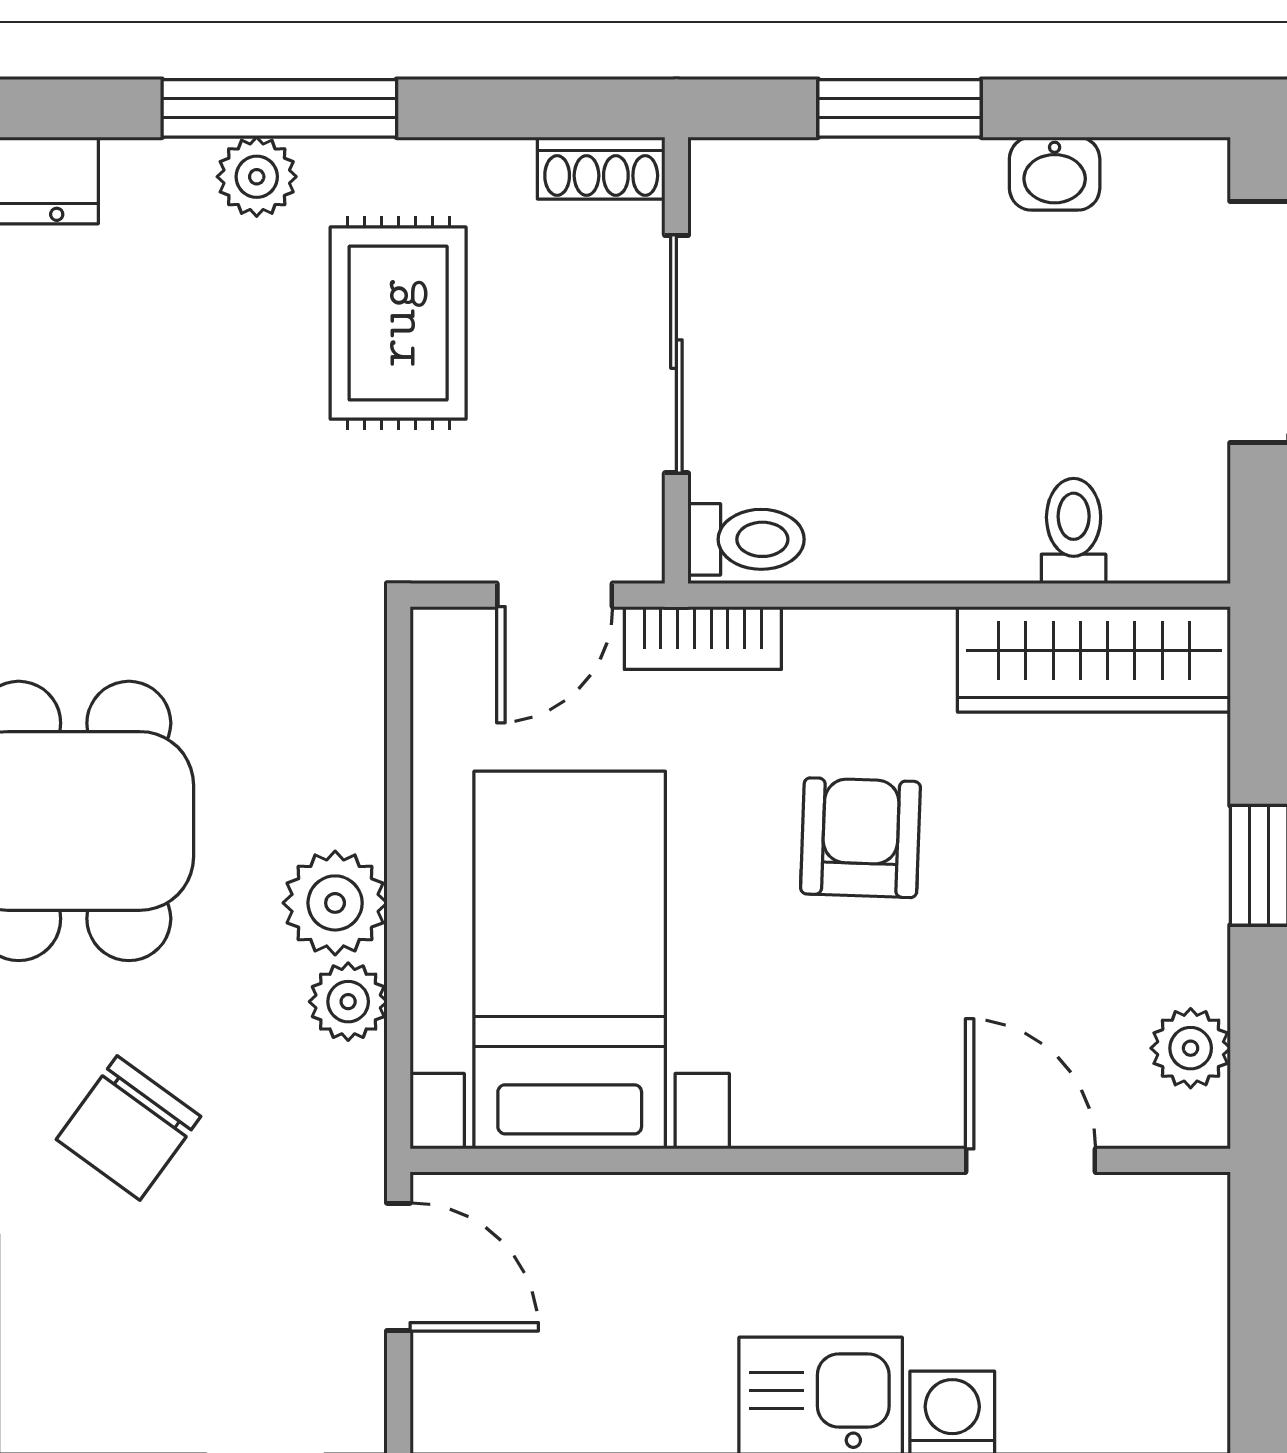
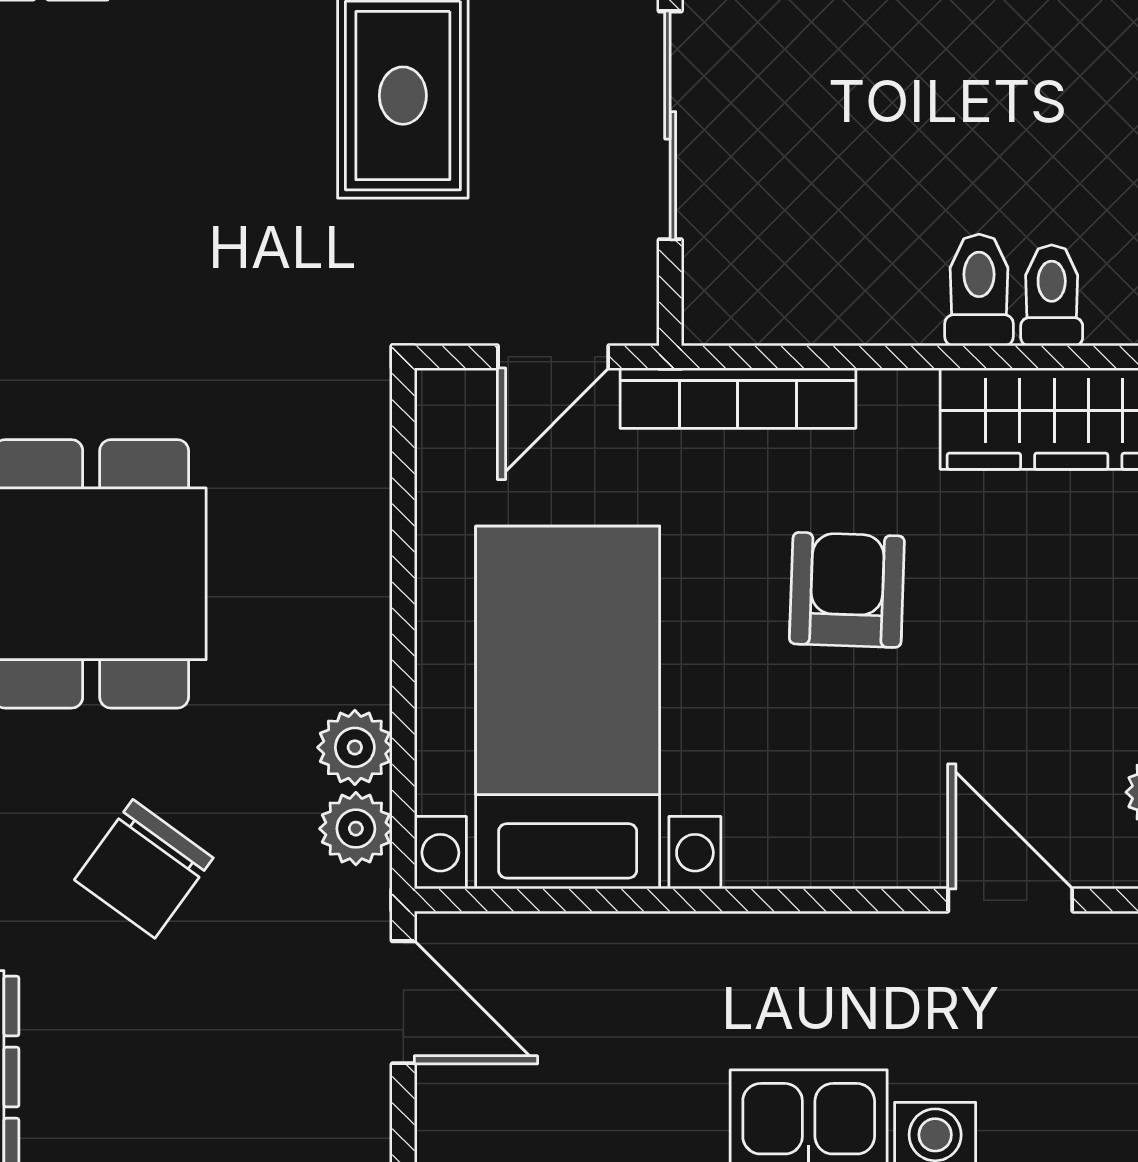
toilet: (746, 539) -> (979, 290), moved, turned -90
bookcase: (703, 638) -> (738, 398), width x1.56
plant: (335, 903) -> (356, 829), moved, width x0.73, depth x0.73

